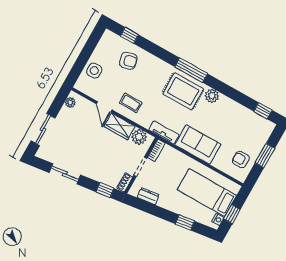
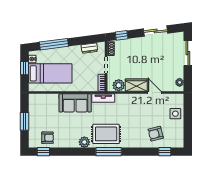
coffee table: (131, 103) -> (138, 106), removed
armchair: (241, 160) -> (48, 138), moved
window: (185, 222) -> (54, 44), width x2.17

